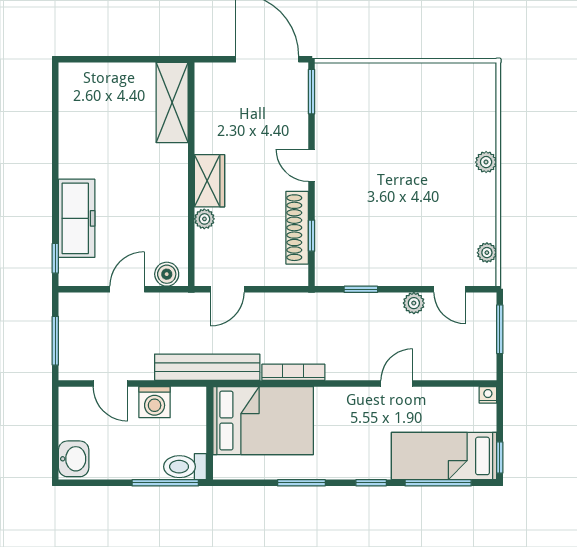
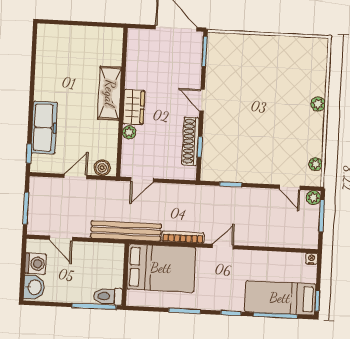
shelving: (172, 102) -> (110, 93), moved
plant: (414, 303) -> (313, 198), moved
door: (397, 383) -> (223, 247), moved
washing machine: (155, 402) -> (36, 264), moved, turned -90

